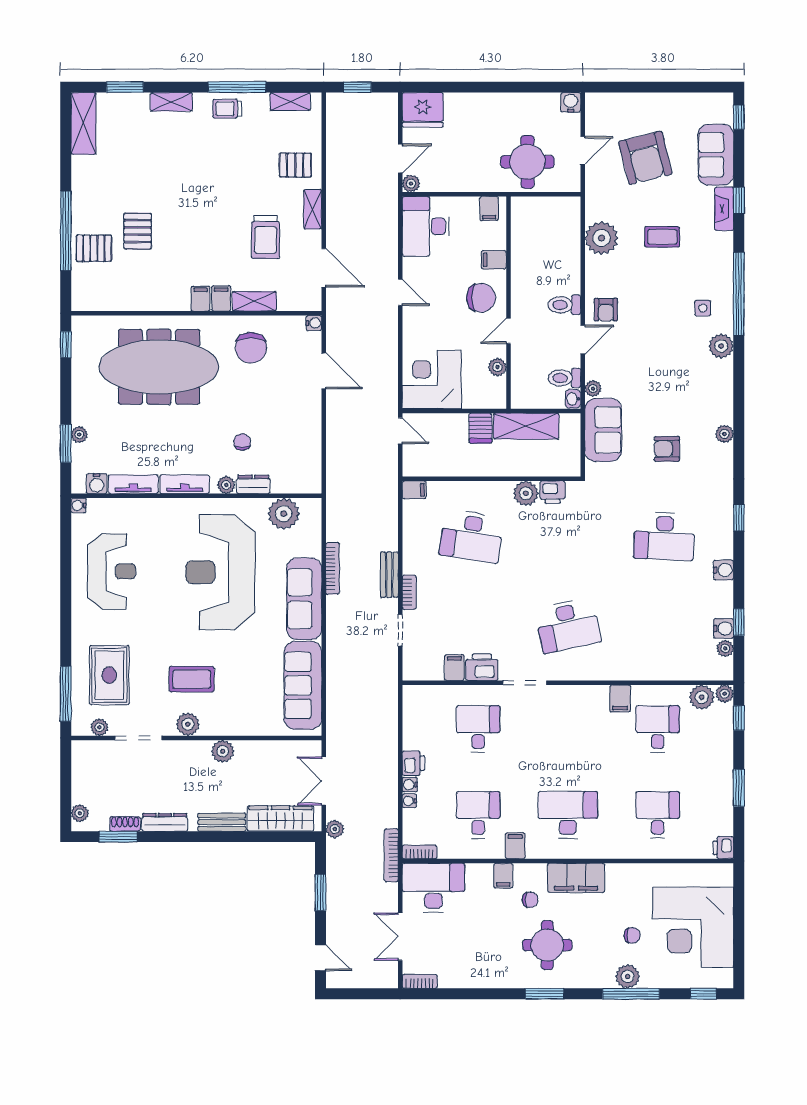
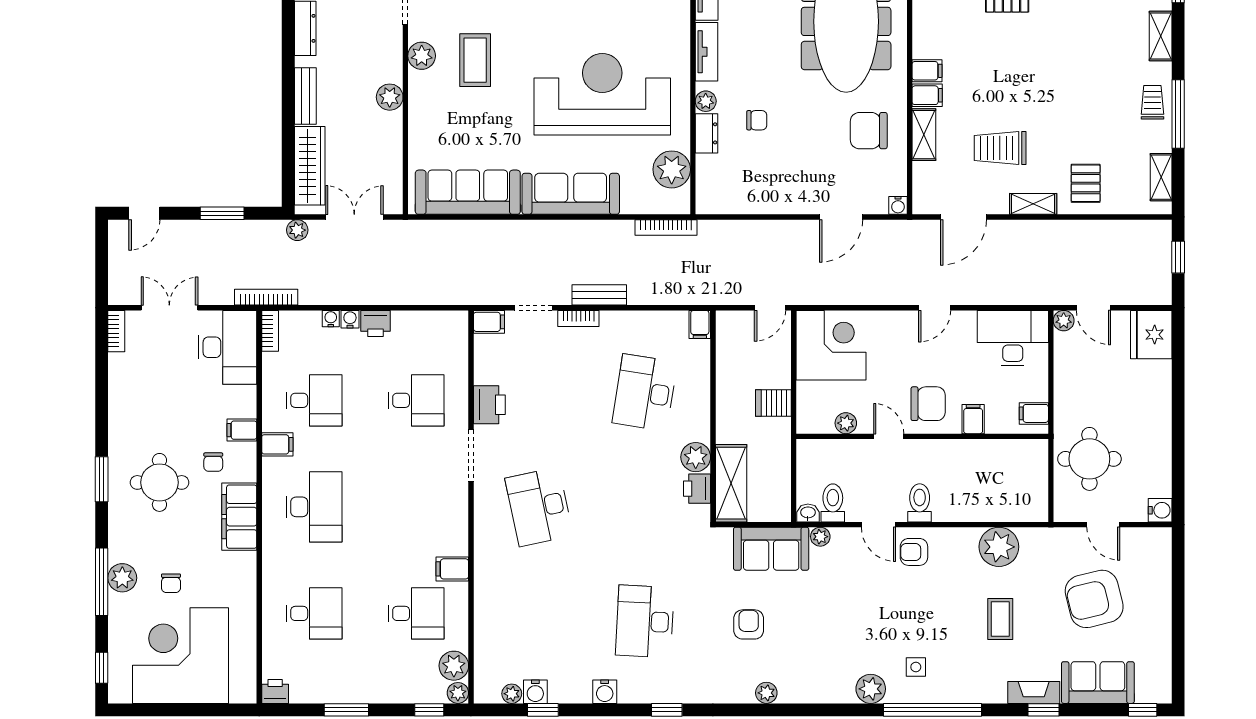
chair: (481, 298) -> (928, 404), turned -90
shelving: (526, 426) -> (731, 483), moved
bookcase: (332, 568) -> (666, 227), moved
filing cabinet: (454, 668) -> (489, 322), moved

